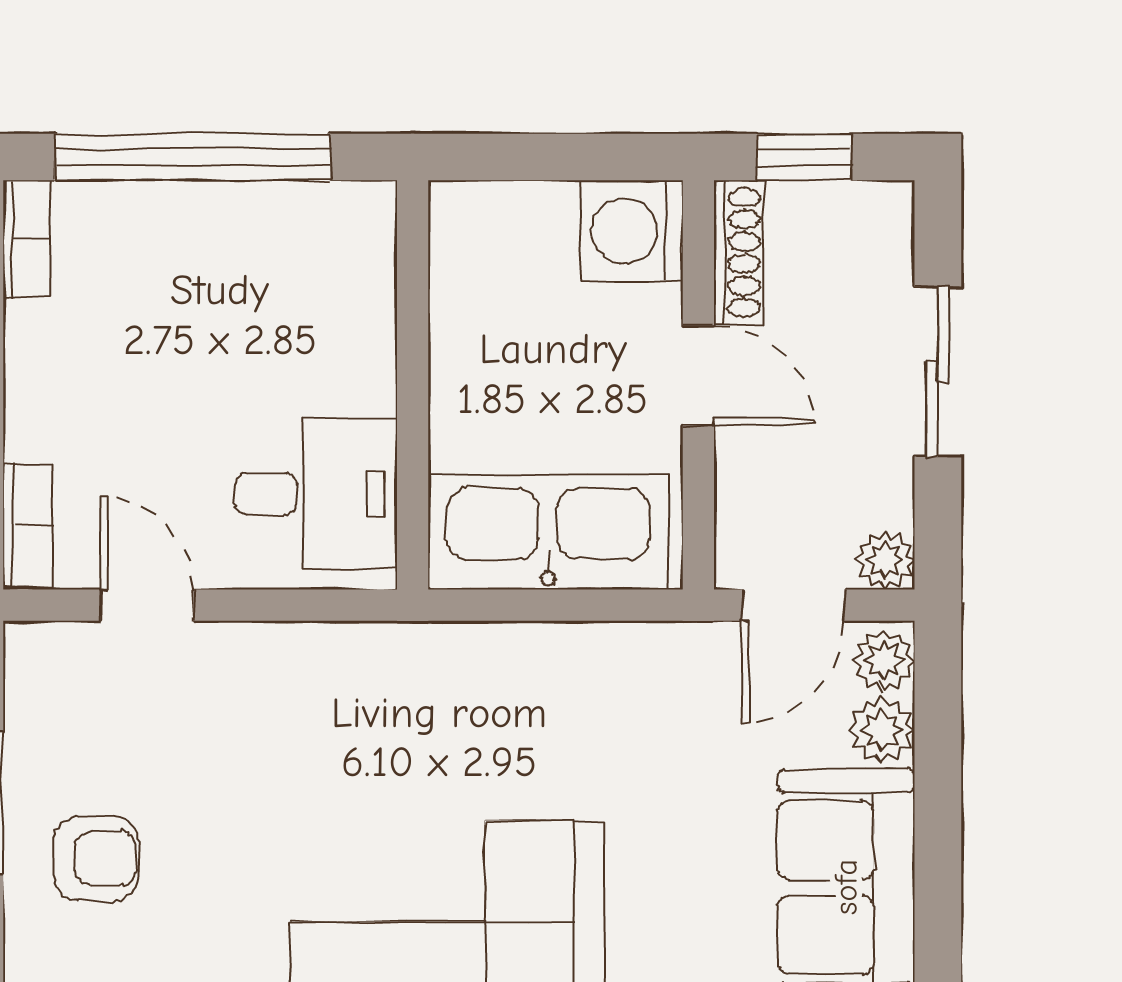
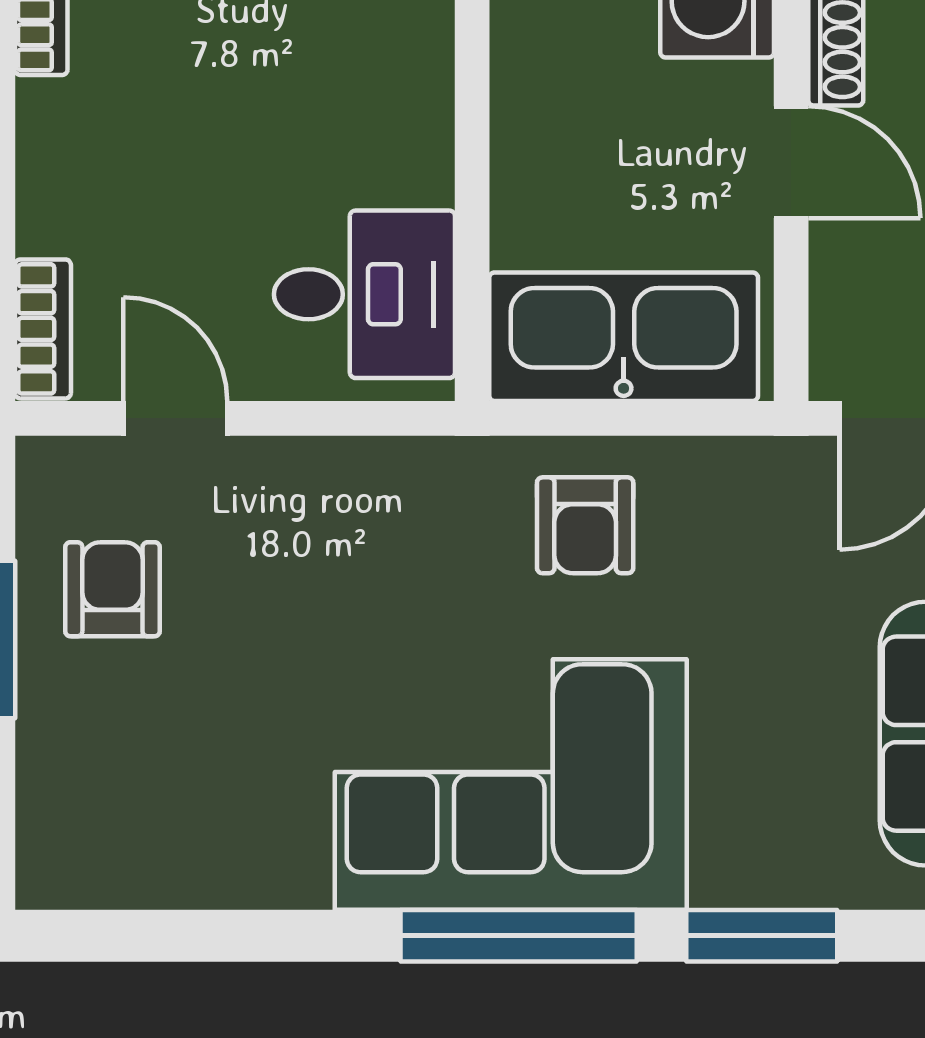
armchair: (514, 701) -> (585, 525), added
armchair: (96, 858) -> (112, 589), moved, turned -90

